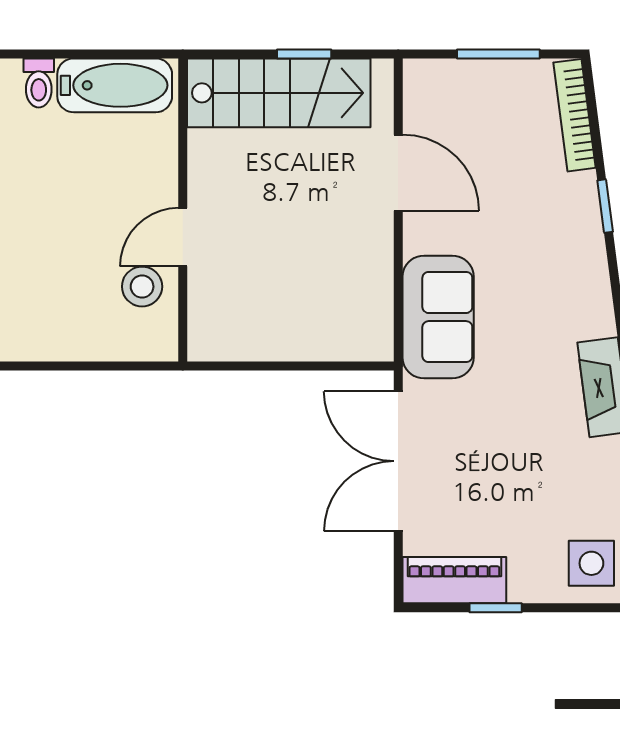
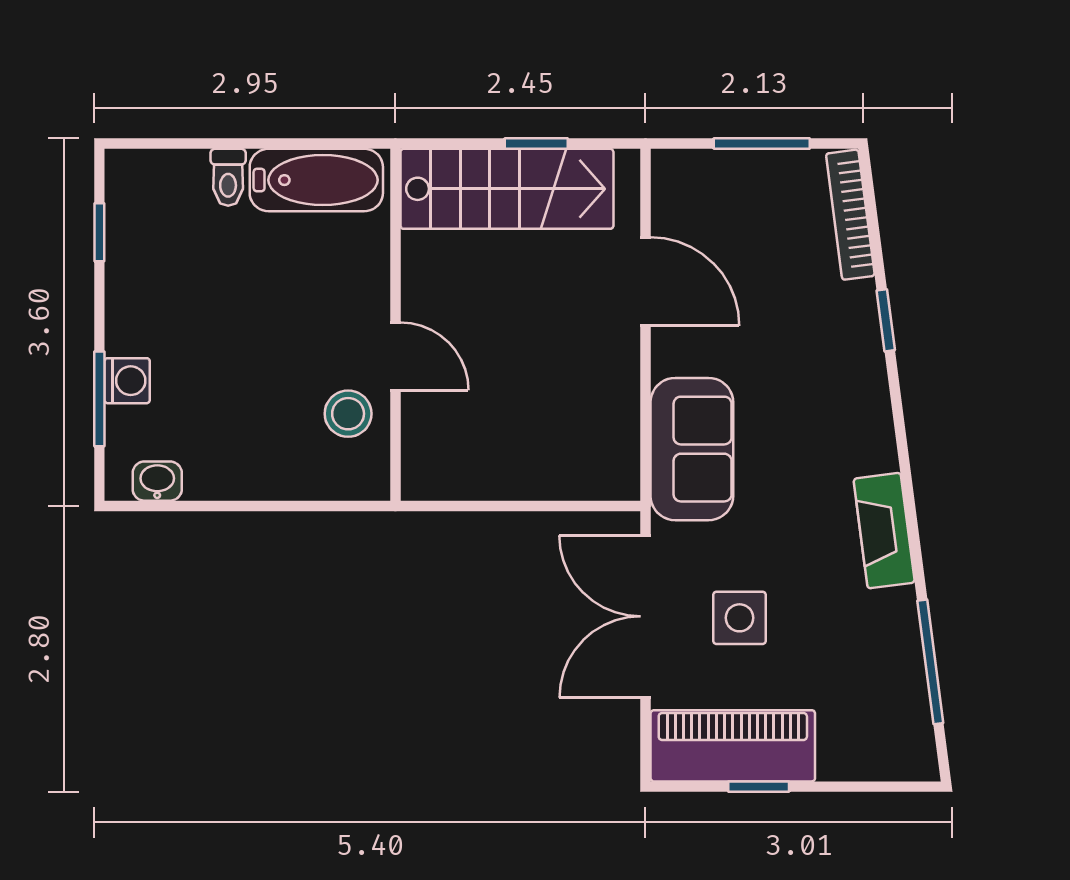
door: (183, 237) -> (395, 356), swing flipped
side table: (591, 563) -> (740, 618), moved
piano: (454, 580) -> (733, 746), width x1.37, depth x1.33

